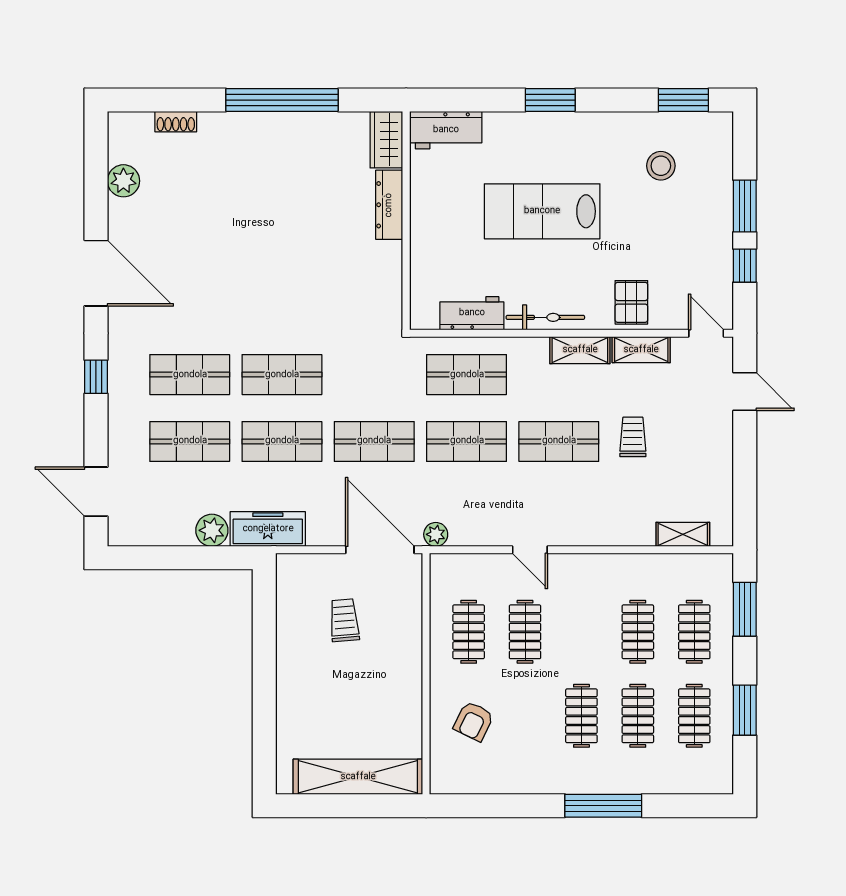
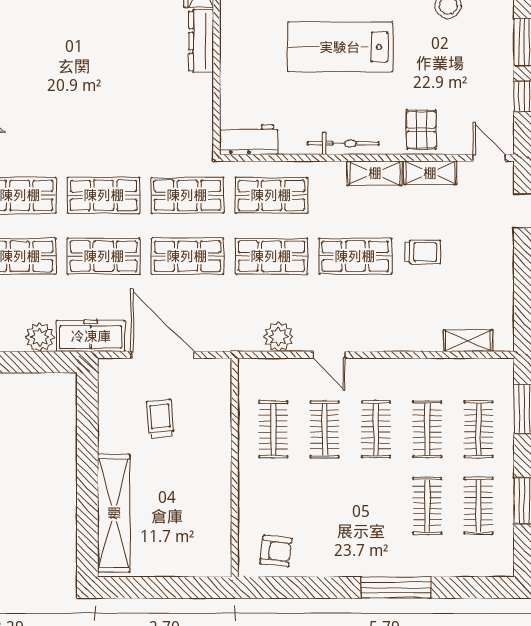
workbench: (472, 313) -> (249, 140), moved
shop shelf: (374, 375) -> (187, 195), added
trolley: (633, 437) -> (423, 252), turned 90
plant: (436, 534) -> (279, 337), moved, width x1.38, depth x1.38
door: (380, 550) -> (162, 355), moved
clothes rail: (581, 716) -> (376, 429), moved
armchair: (474, 721) -> (276, 551), moved, turned -109
shelving: (358, 777) -> (114, 513), moved, turned 90

